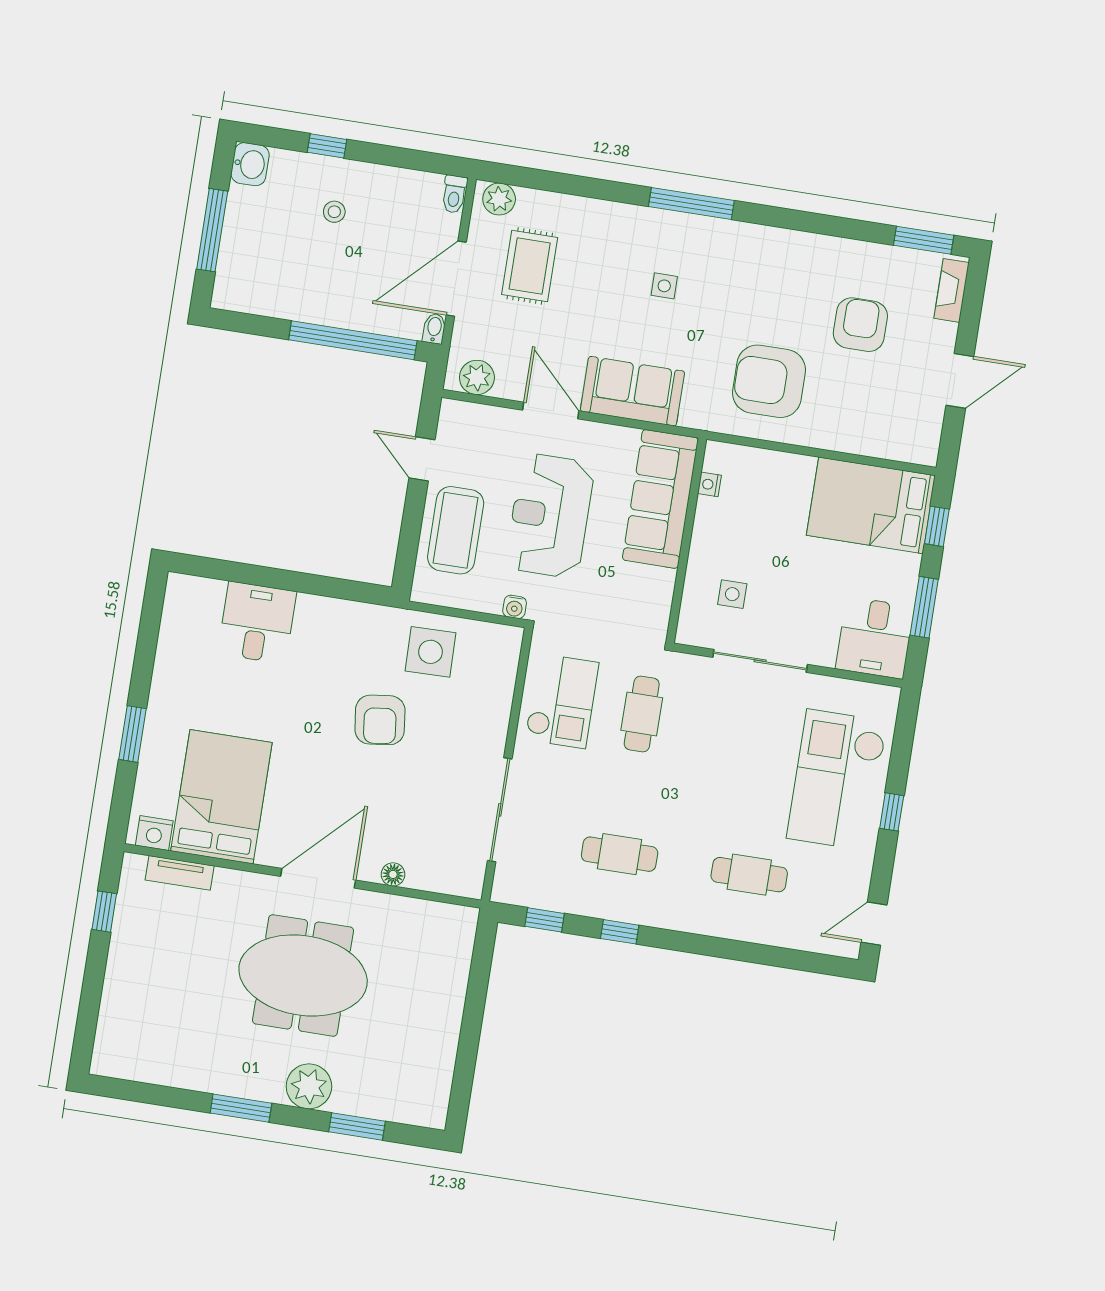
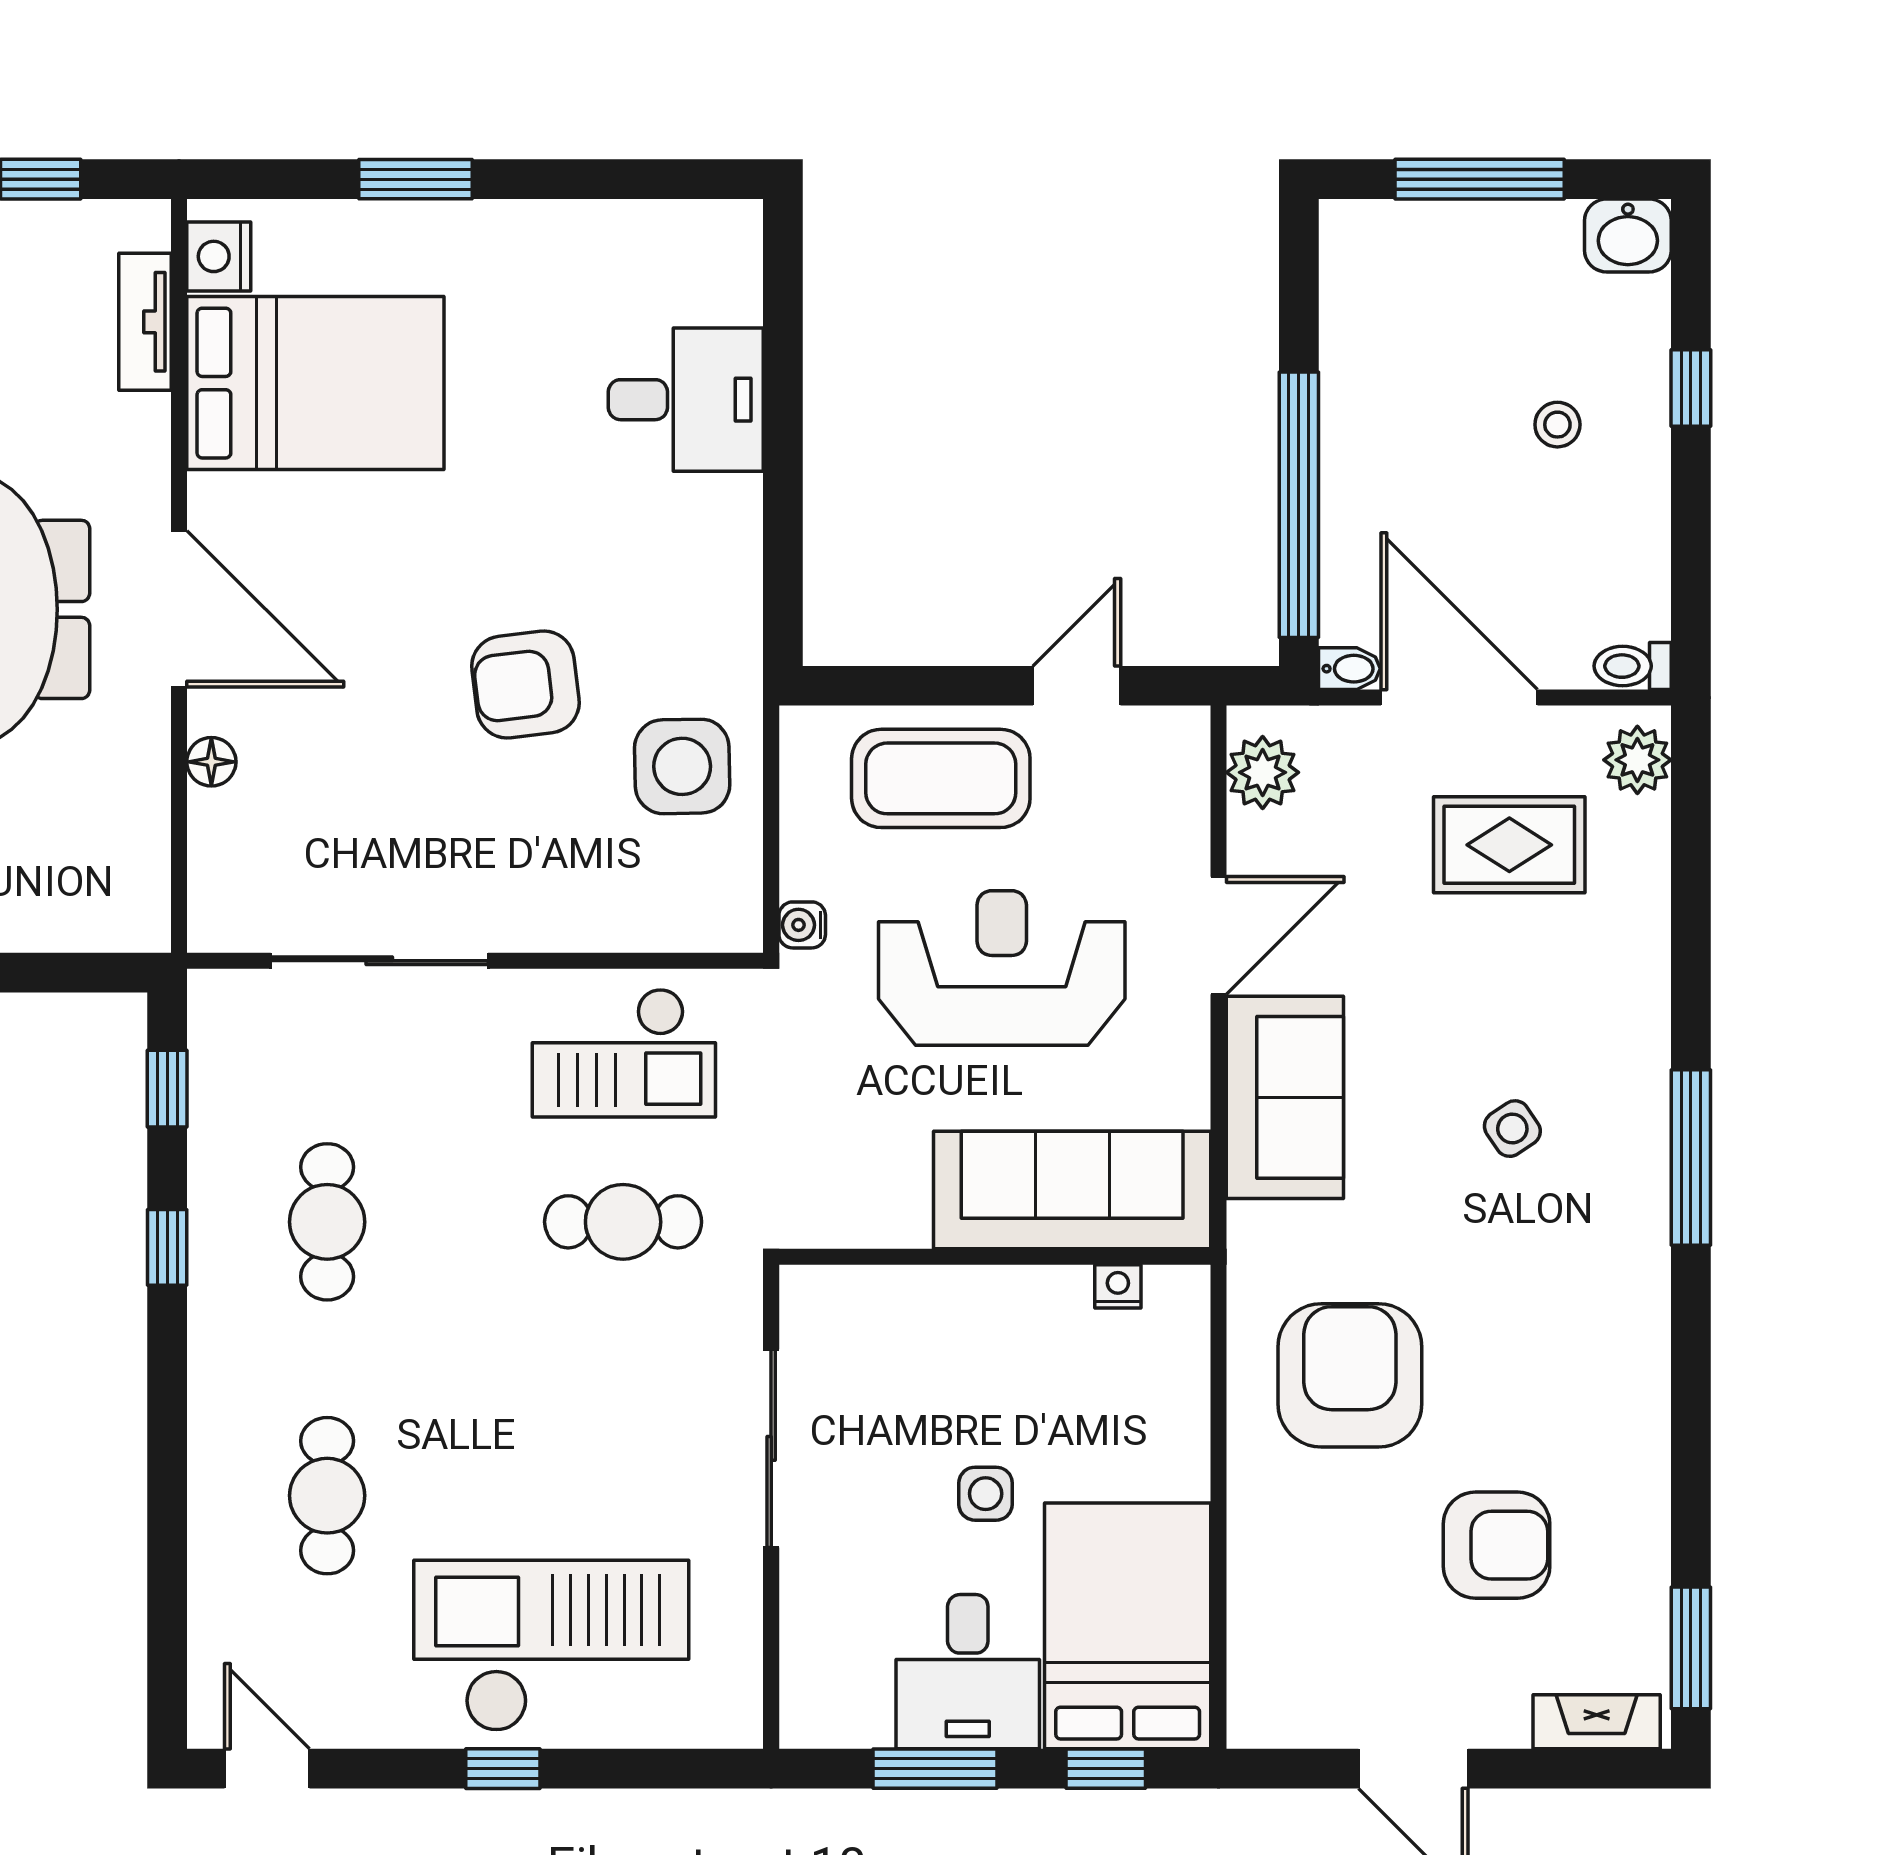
side table: (664, 286) -> (1512, 1129), turned -34
side table: (732, 594) -> (986, 1494), moved
desk: (875, 638) -> (968, 1672), moved, turned -90

